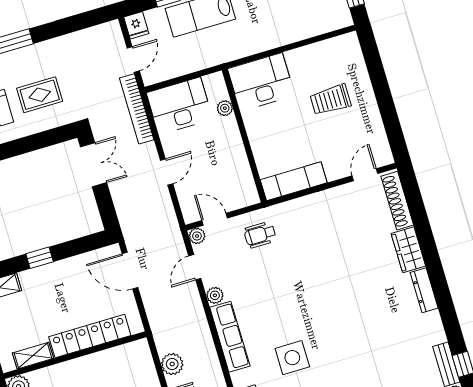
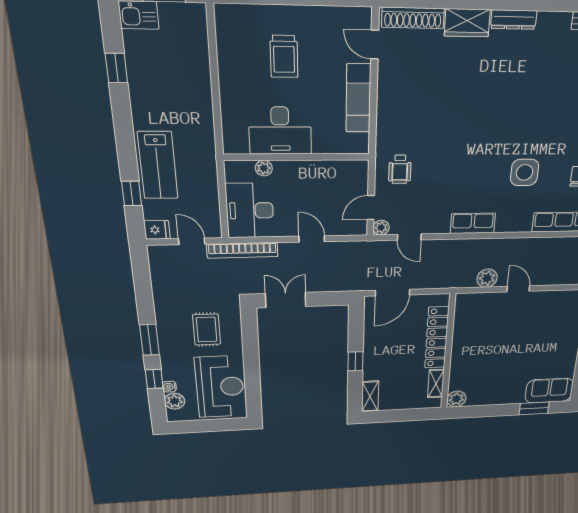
desk: (261, 82) -> (280, 131), moved, turned -90
exam couch: (294, 181) -> (358, 98), moved
plant: (215, 295) -> (441, 226), removed
row of seats: (230, 337) -> (473, 223), width x0.68

